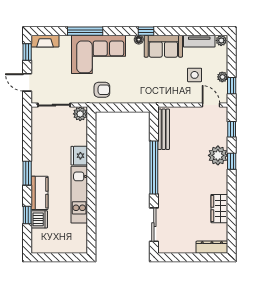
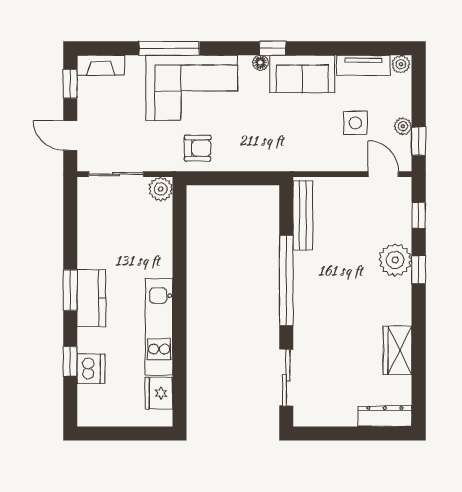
fridge: (79, 156) -> (159, 393), moved
kitchen counter: (39, 193) -> (91, 298), moved

